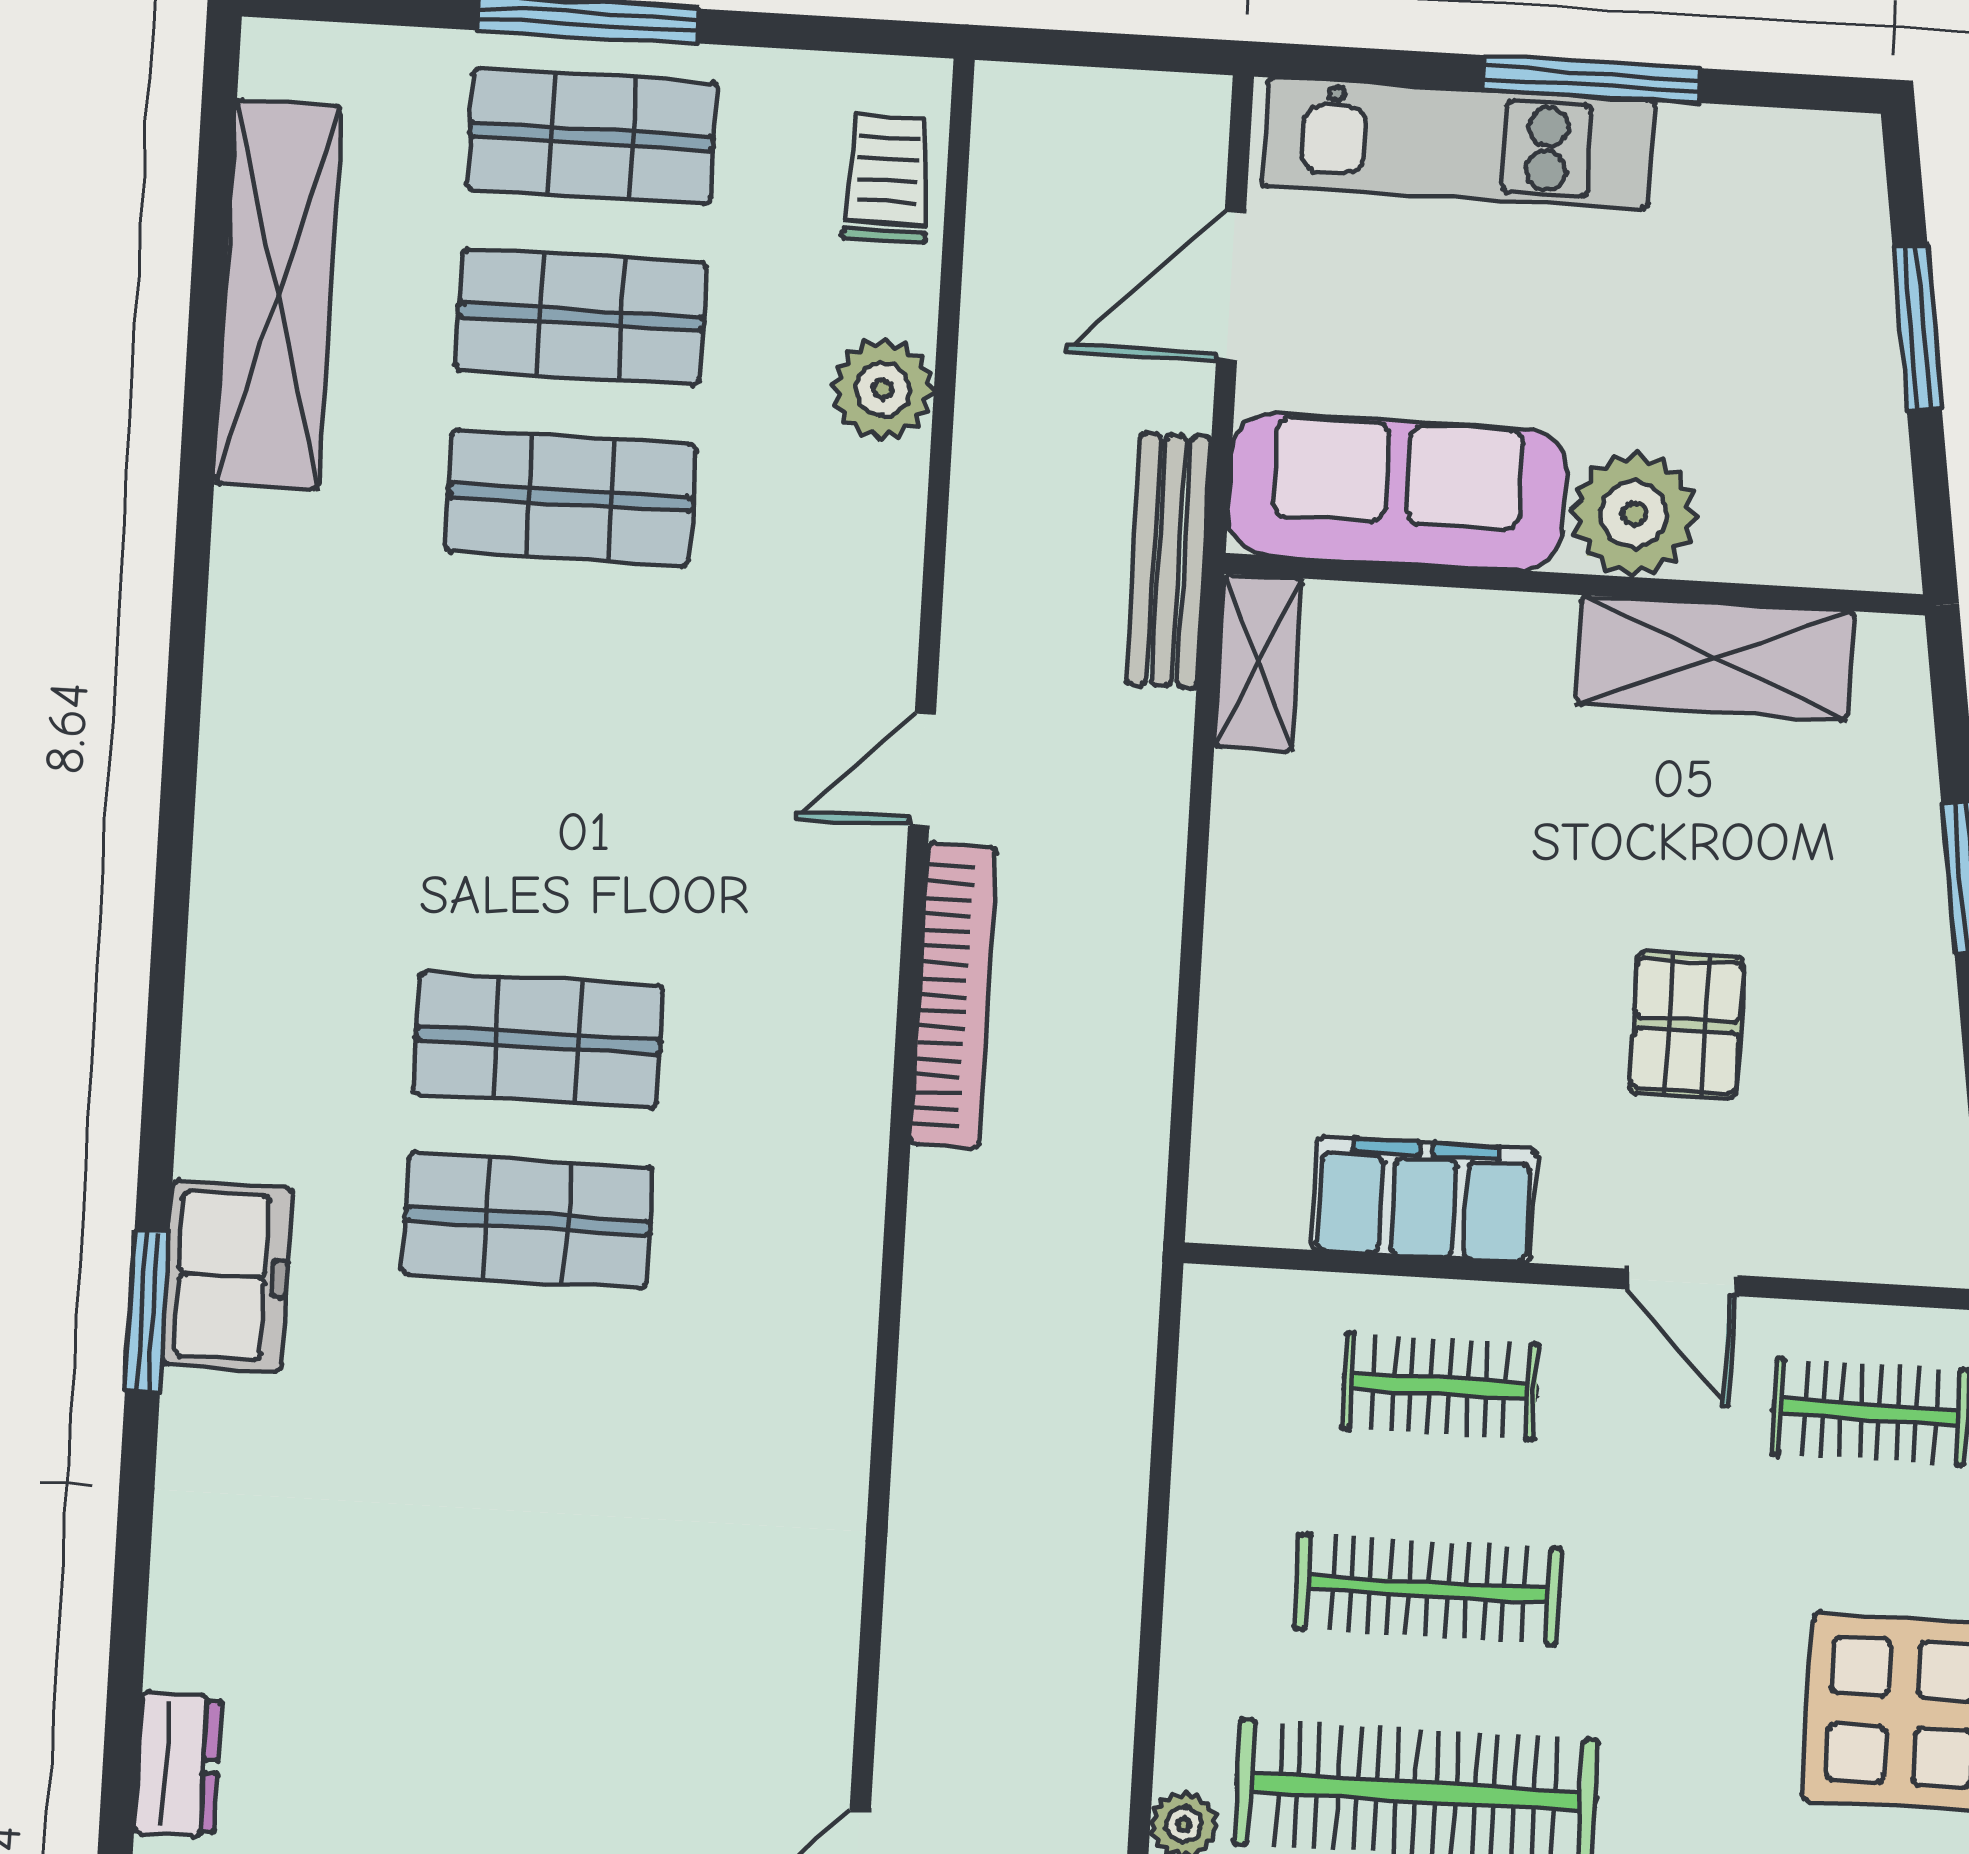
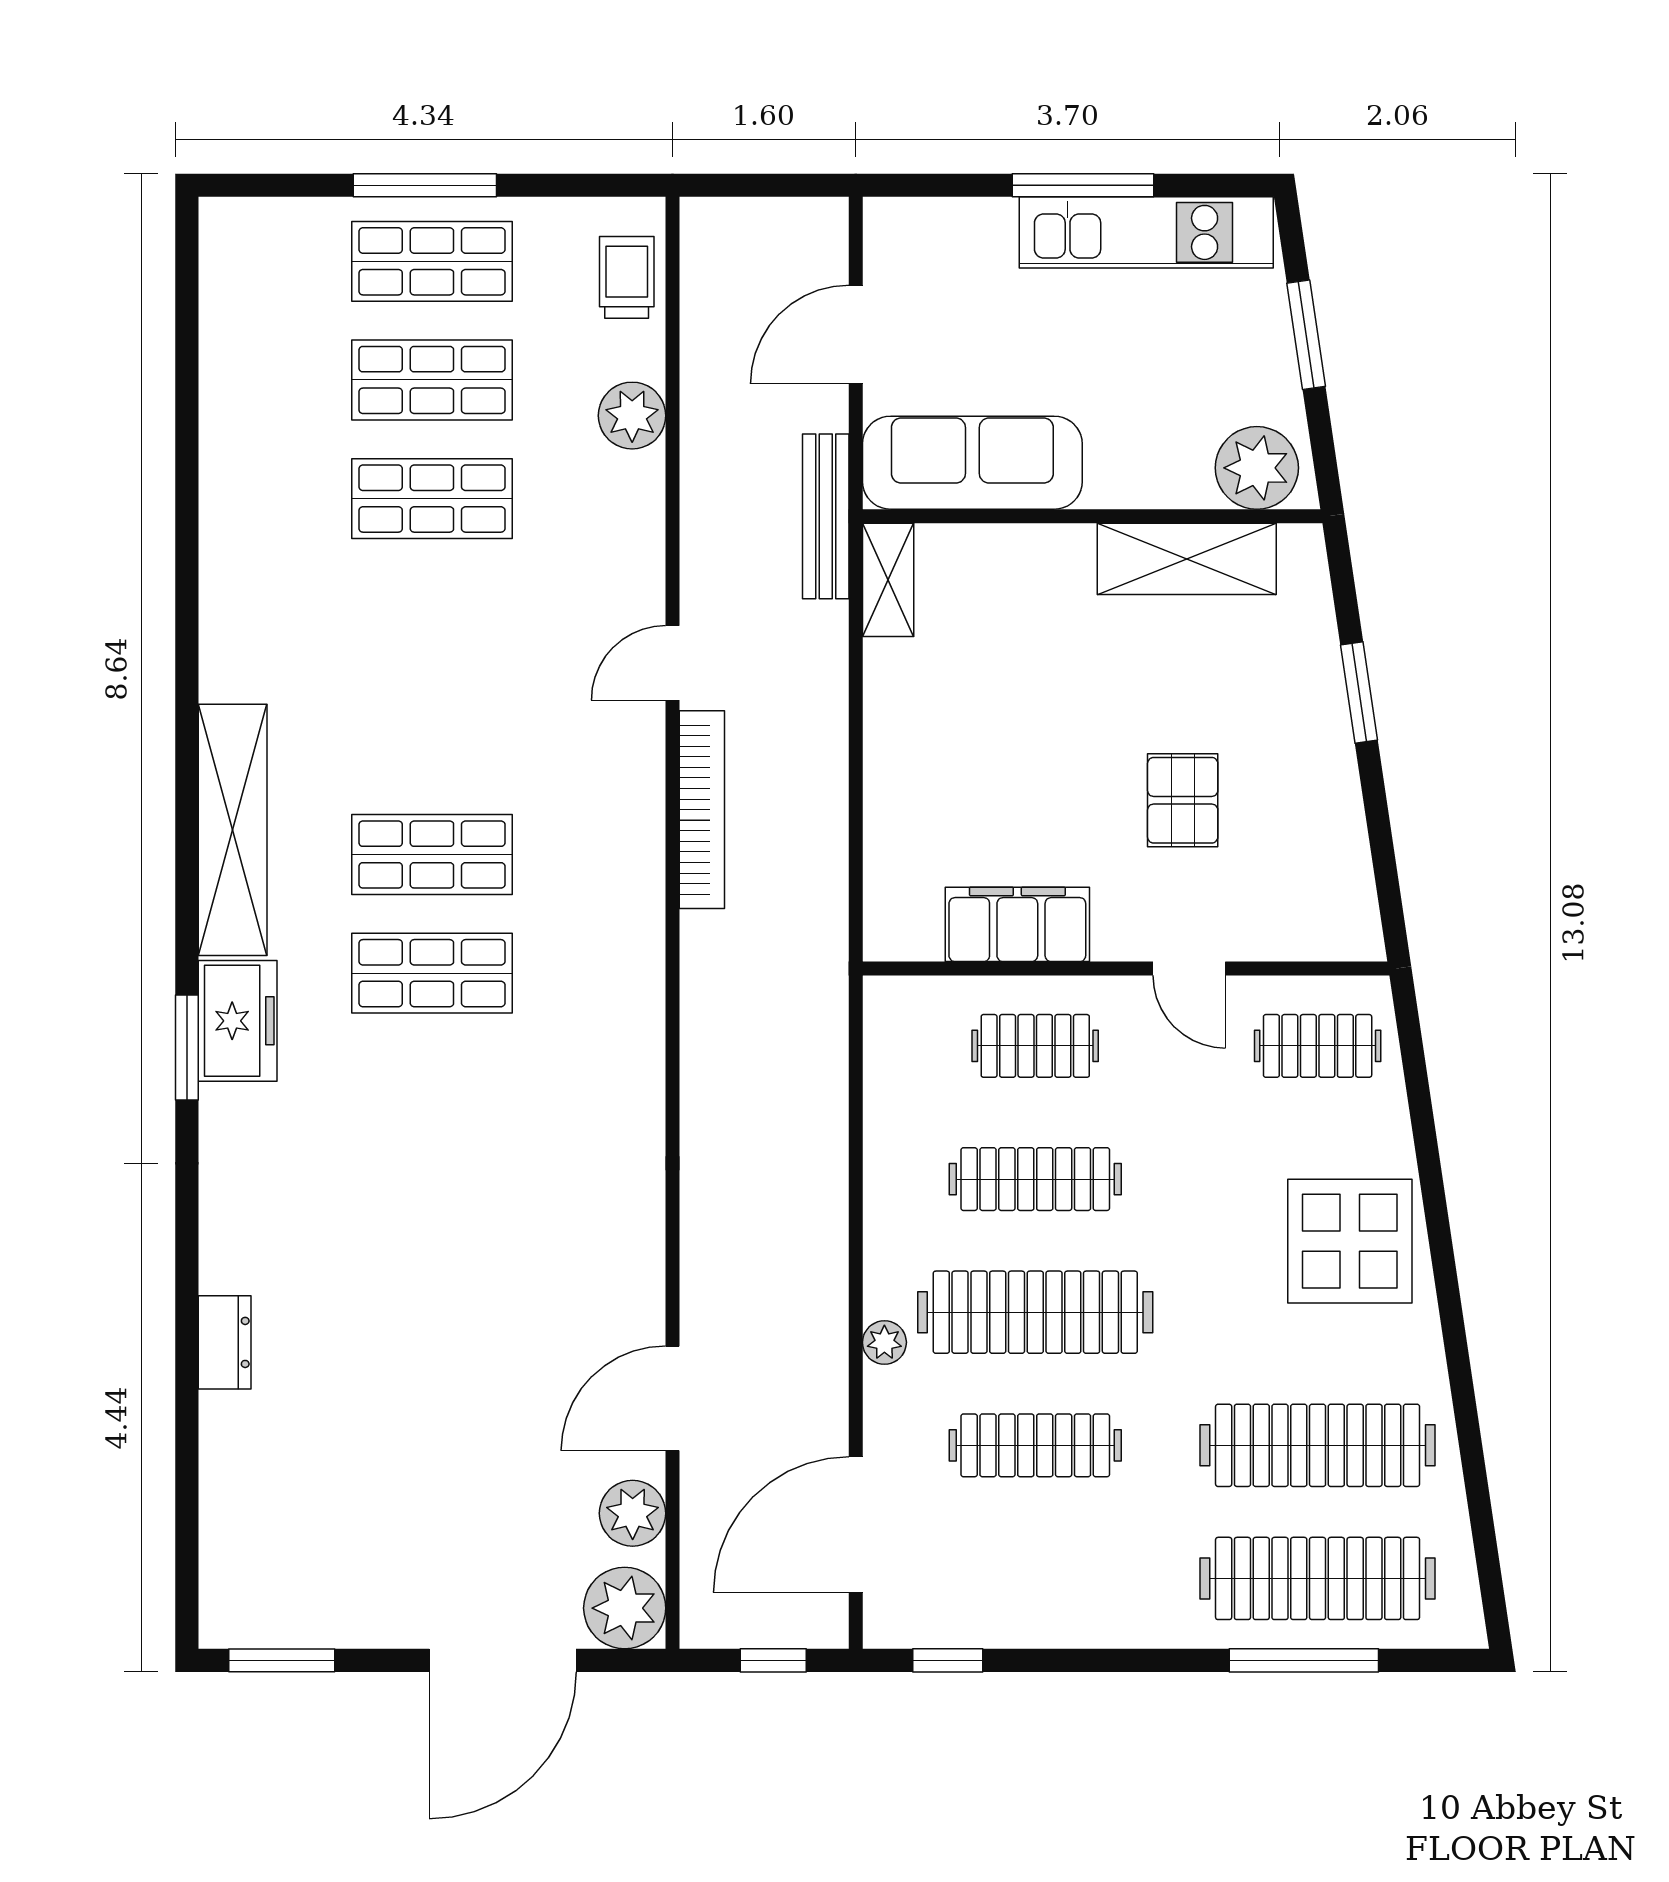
kitchen unit: (1458, 143) -> (1146, 232), moved
shelving: (278, 295) -> (233, 830), moved
plant: (1634, 514) -> (1257, 468), moved

